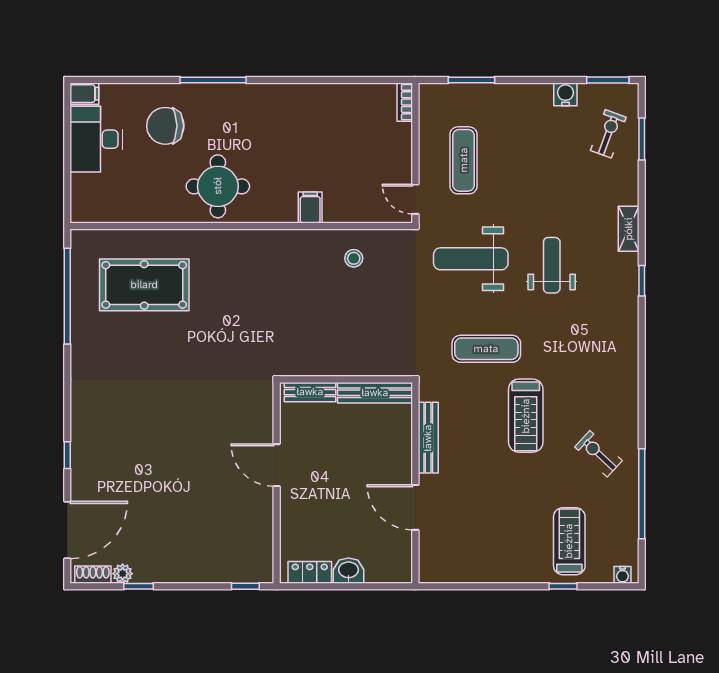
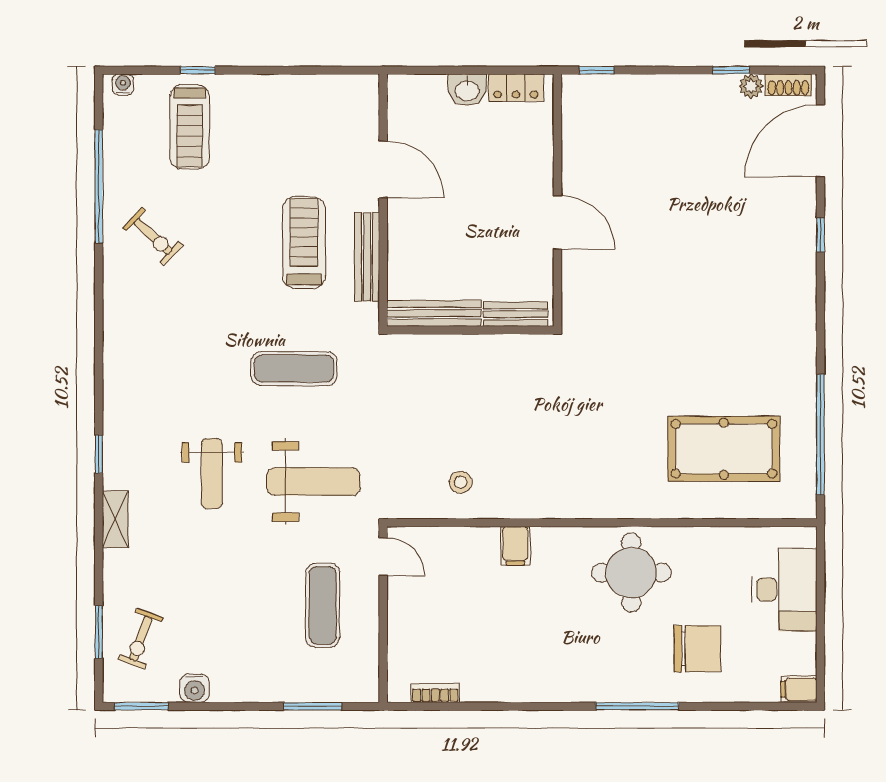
bookcase: (405, 102) -> (435, 693), moved, turned -90
desk: (96, 139) -> (784, 590), moved
treadmill: (526, 416) -> (304, 243), moved

